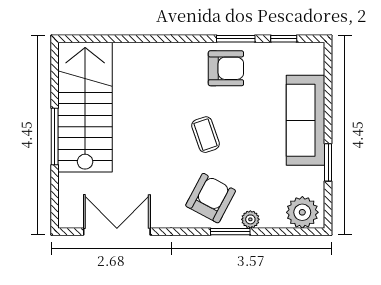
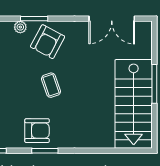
window: (236, 39) -> (45, 151), moved
armchair: (226, 68) -> (37, 131), turned 180

